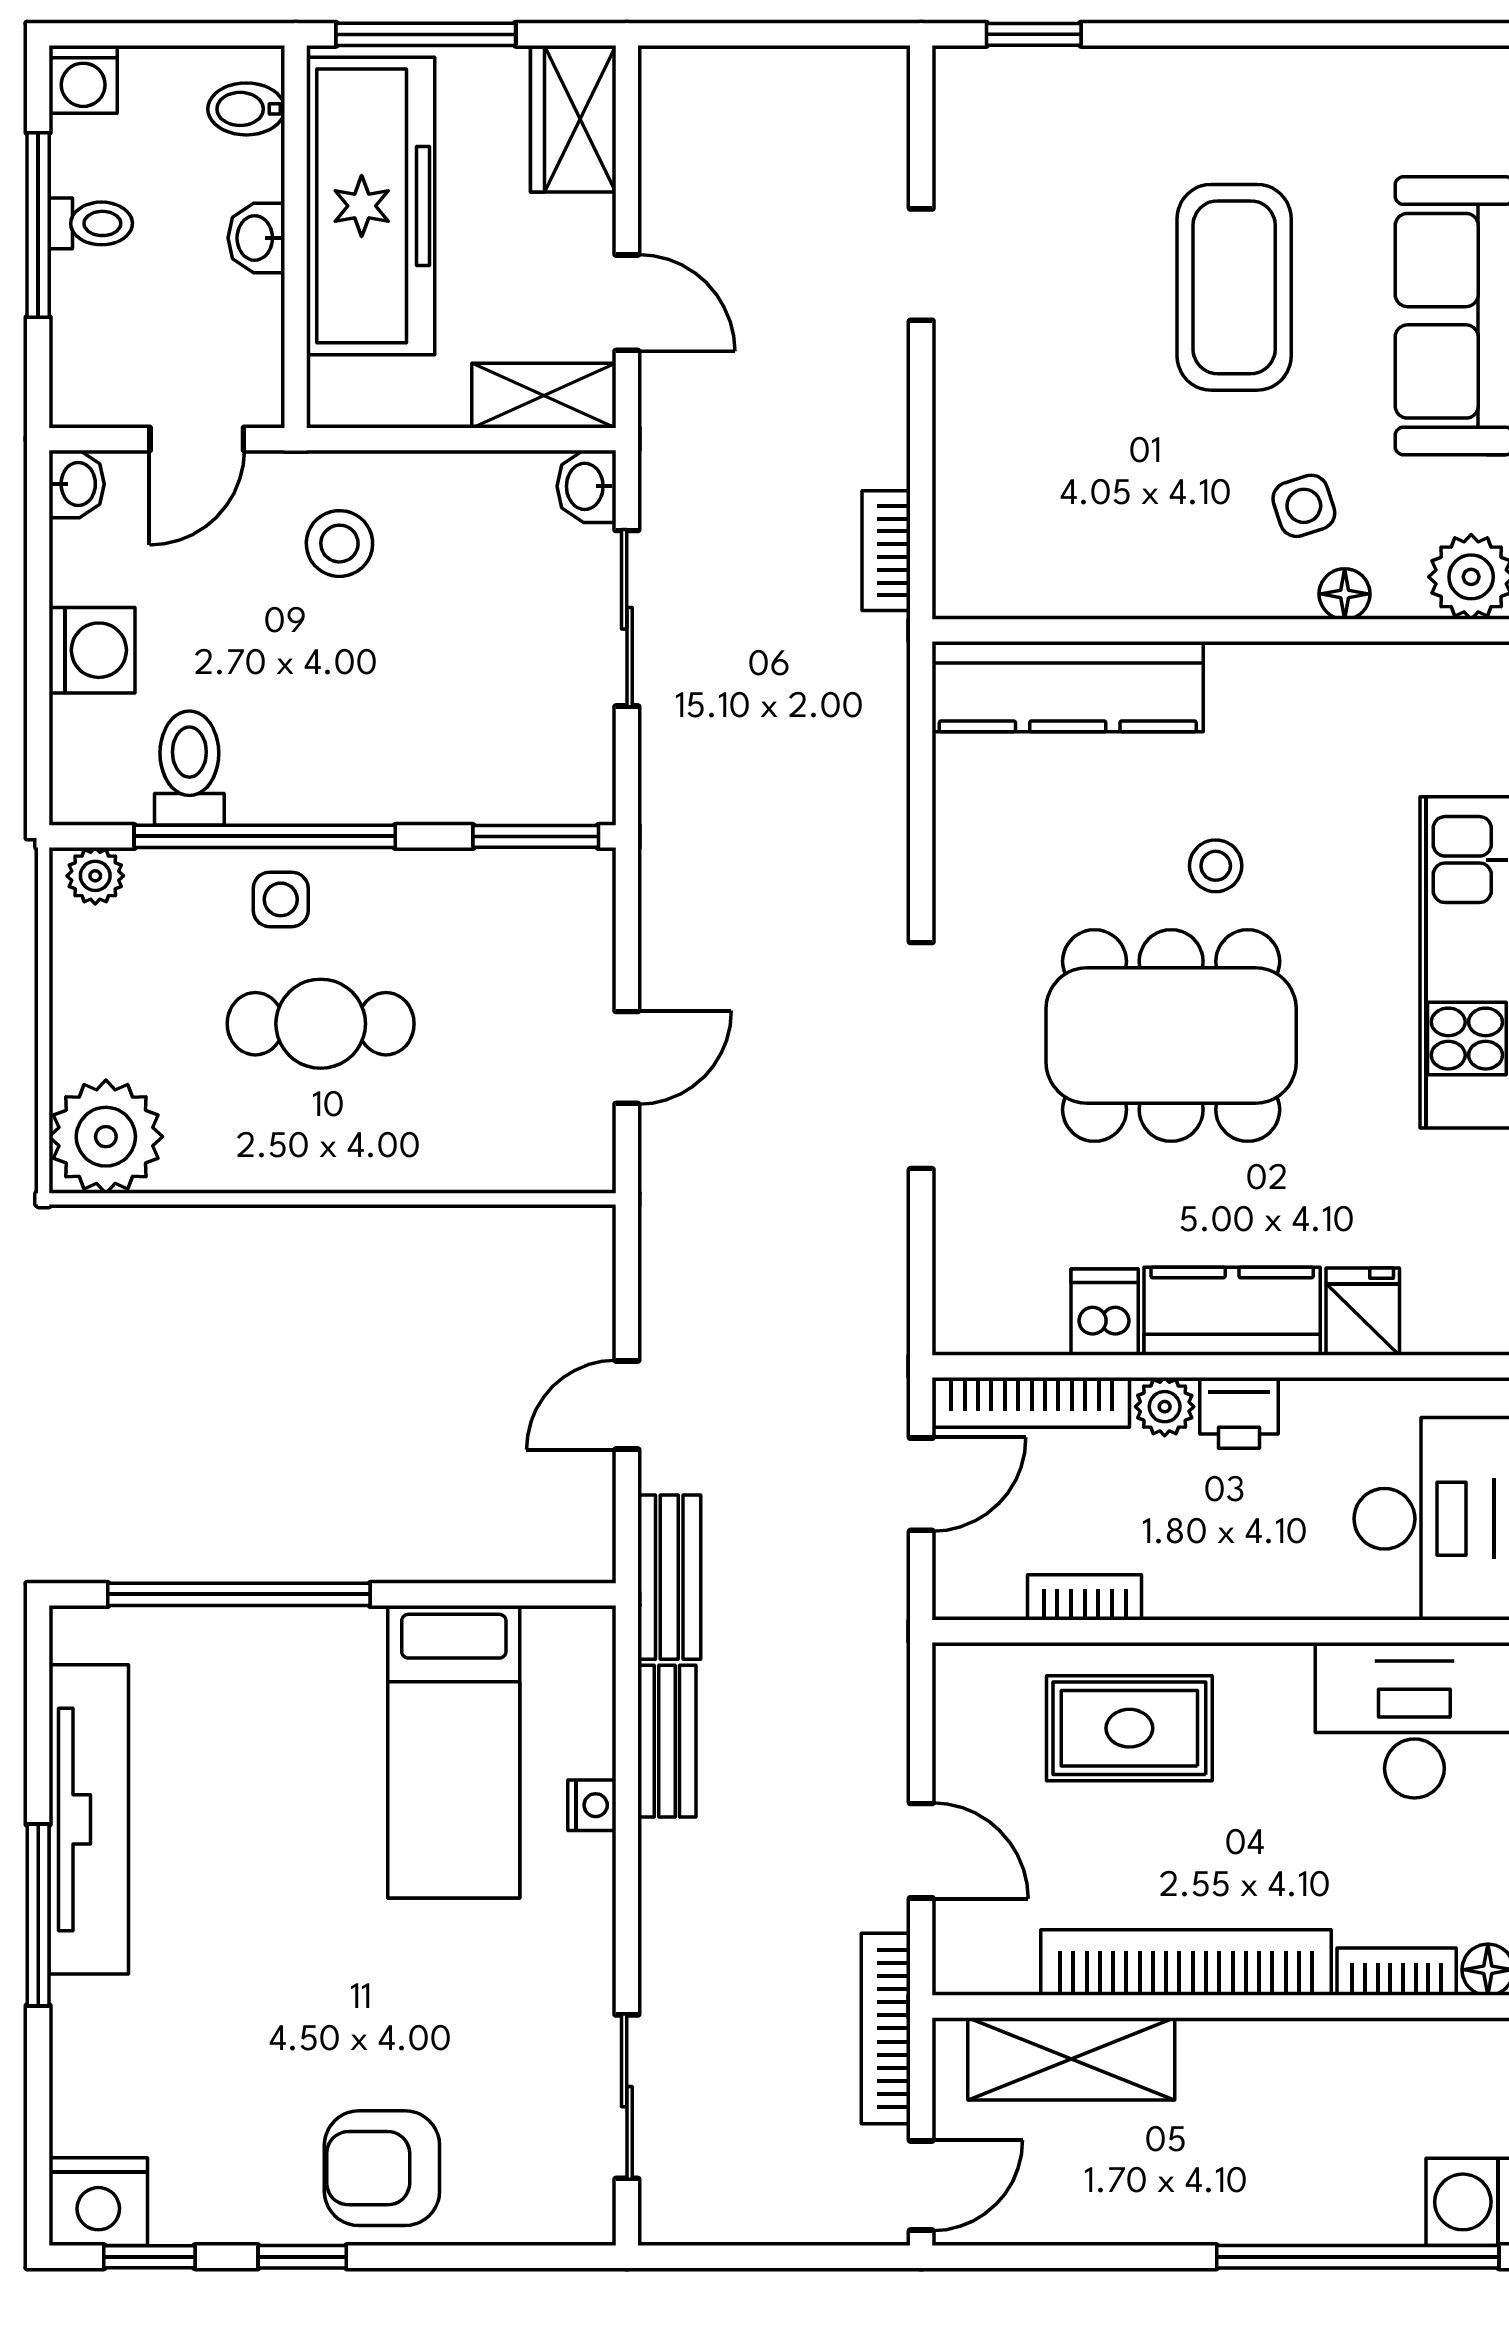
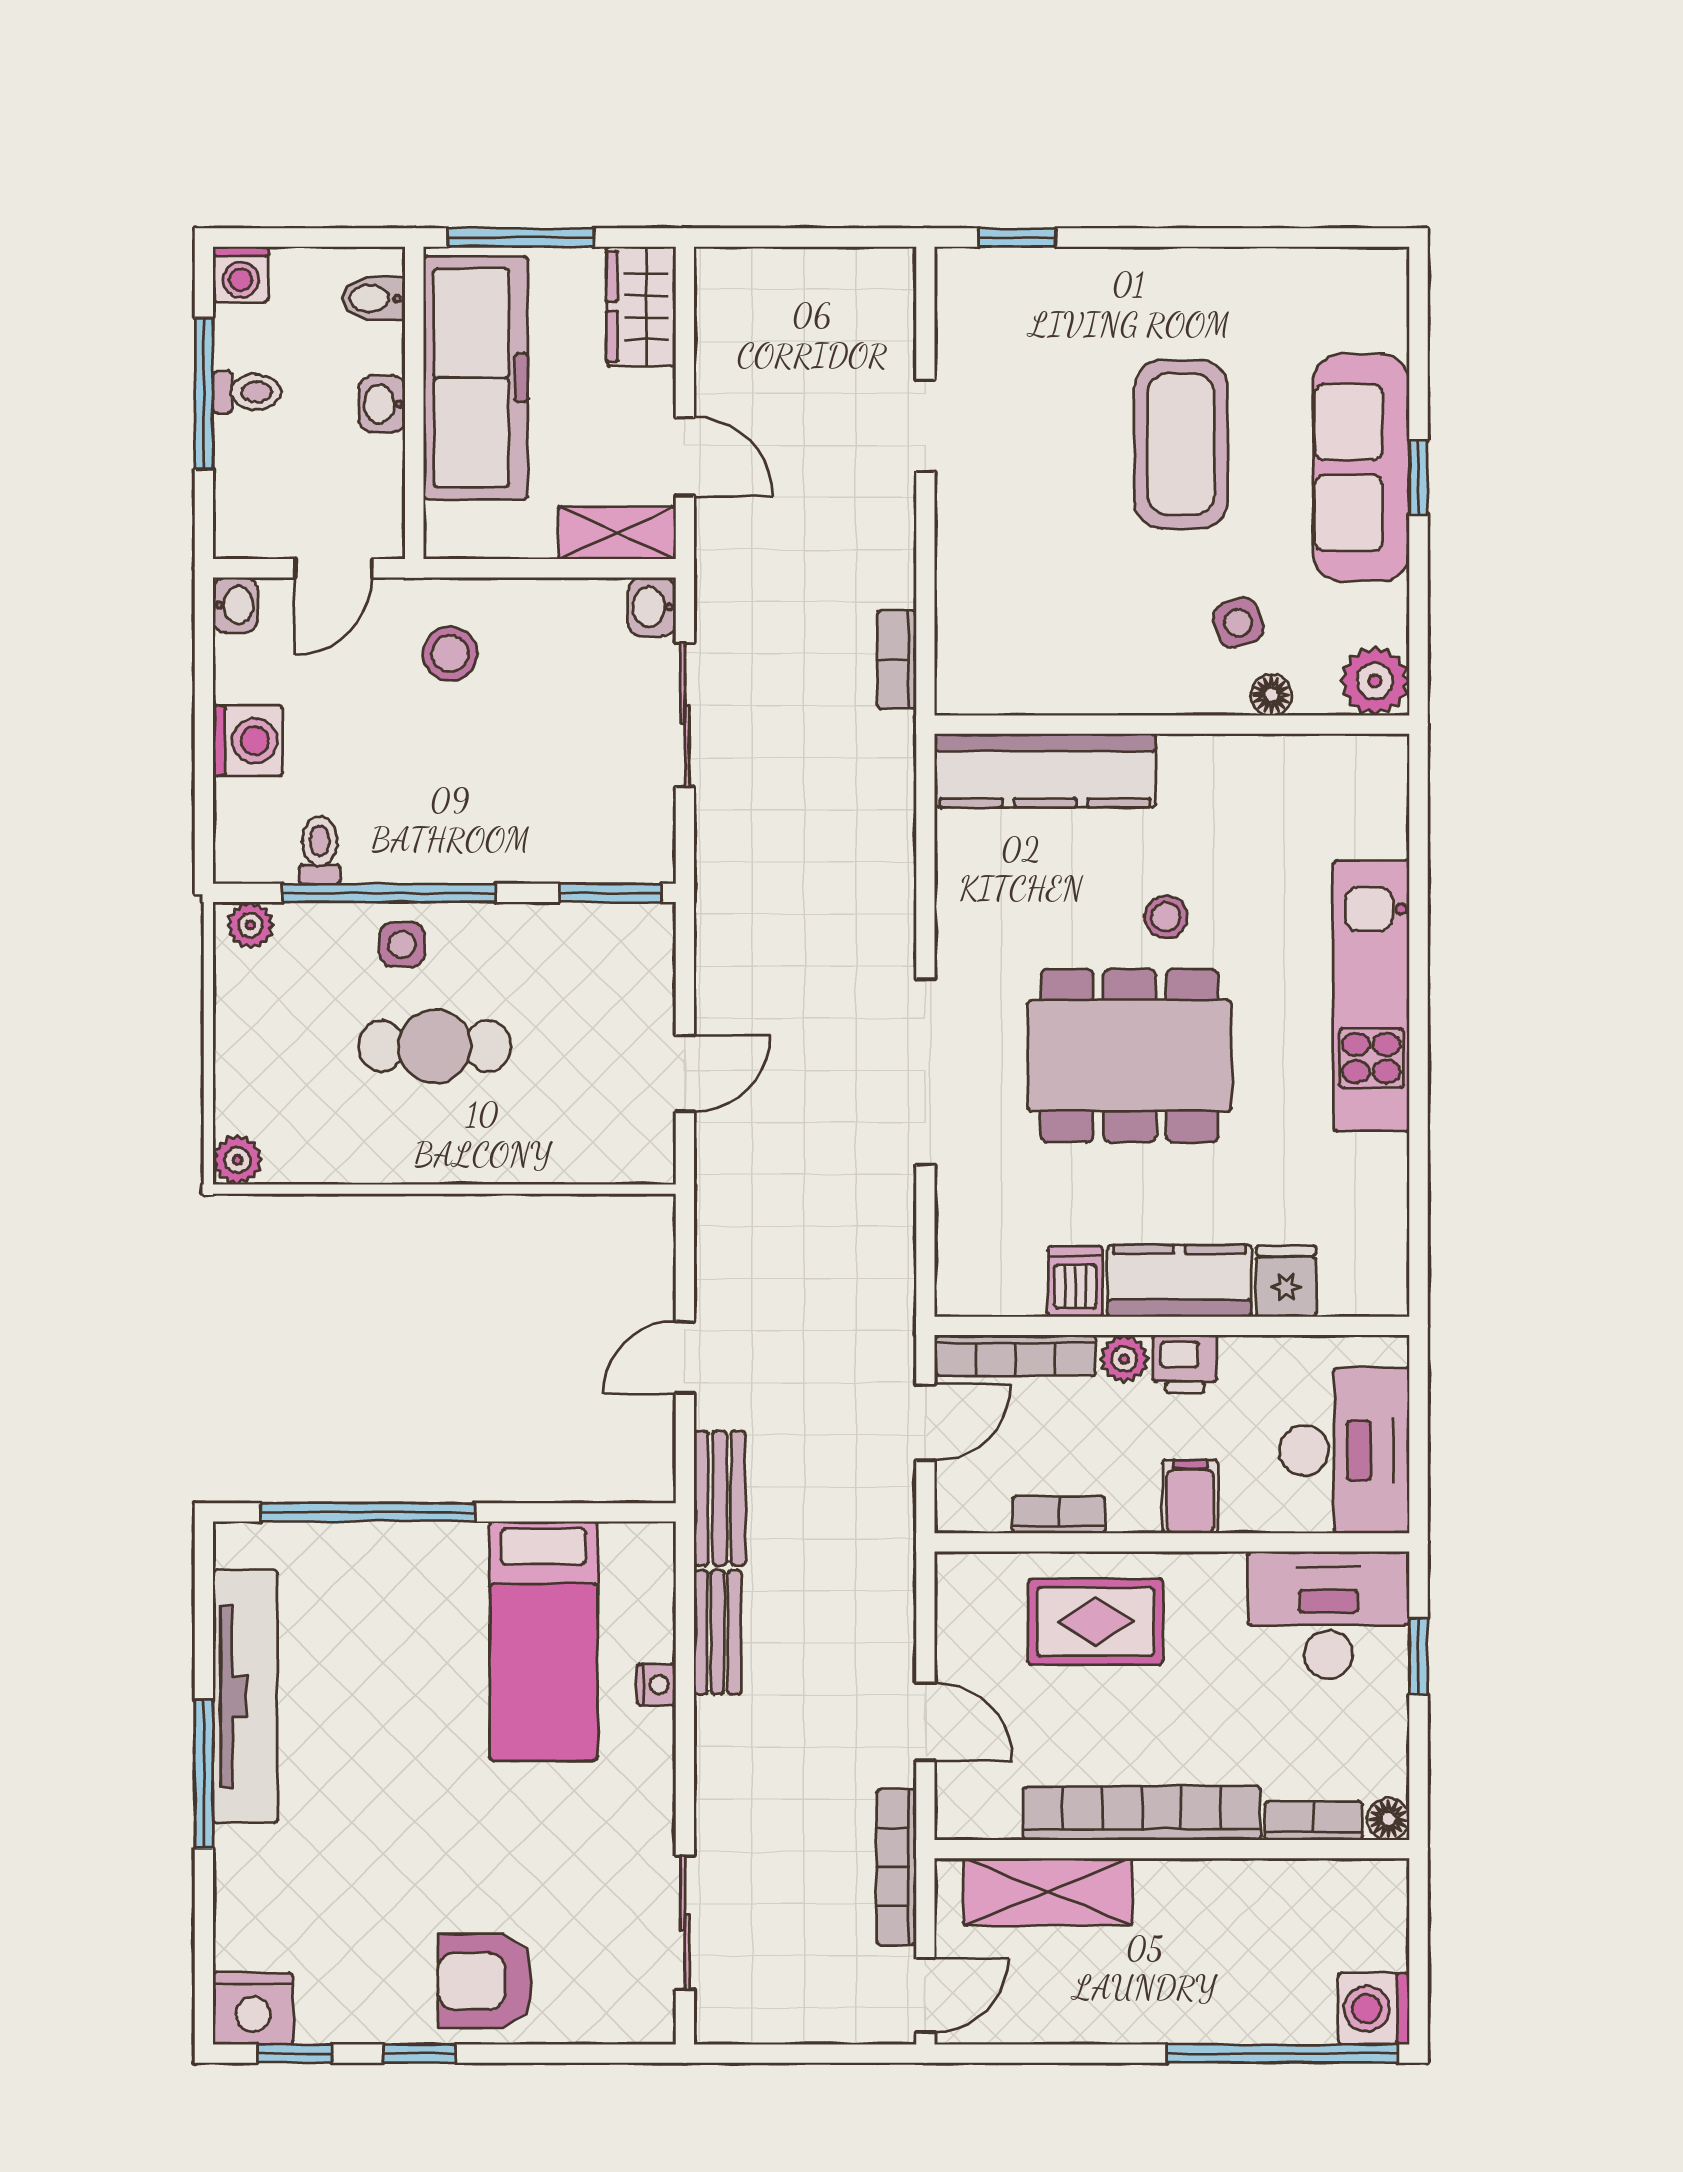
toilet: (189, 768) -> (320, 850), width x0.73, depth x0.72
plant: (106, 1137) -> (238, 1160), width x0.53, depth x0.53
filing cabinet: (1245, 1575) -> (1190, 1497), added

